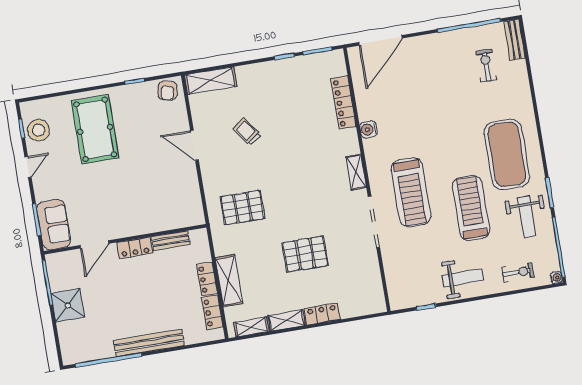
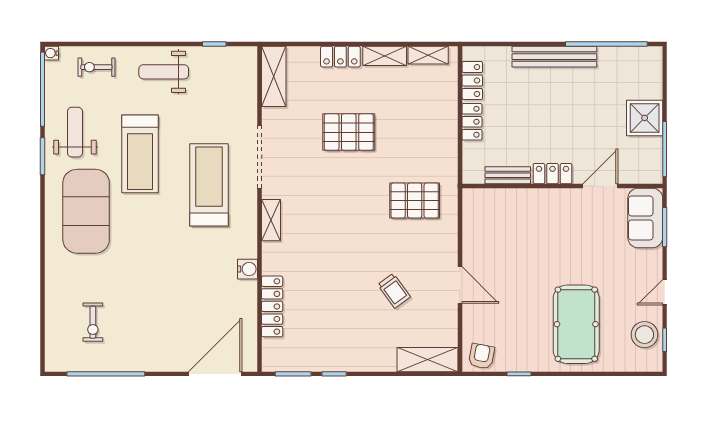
bench: (515, 40) -> (54, 348), removed
shelving: (229, 281) -> (274, 76), moved

